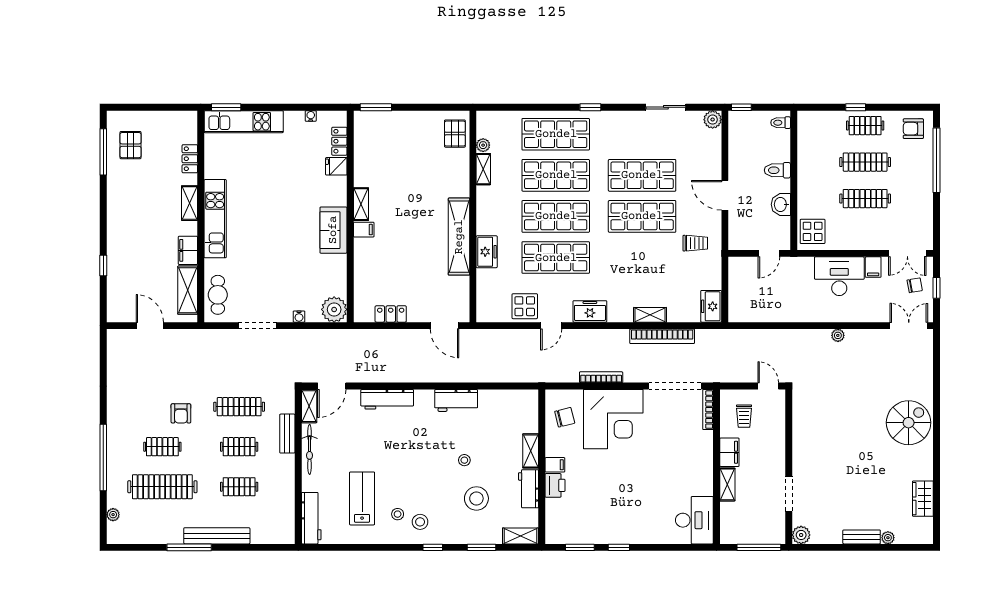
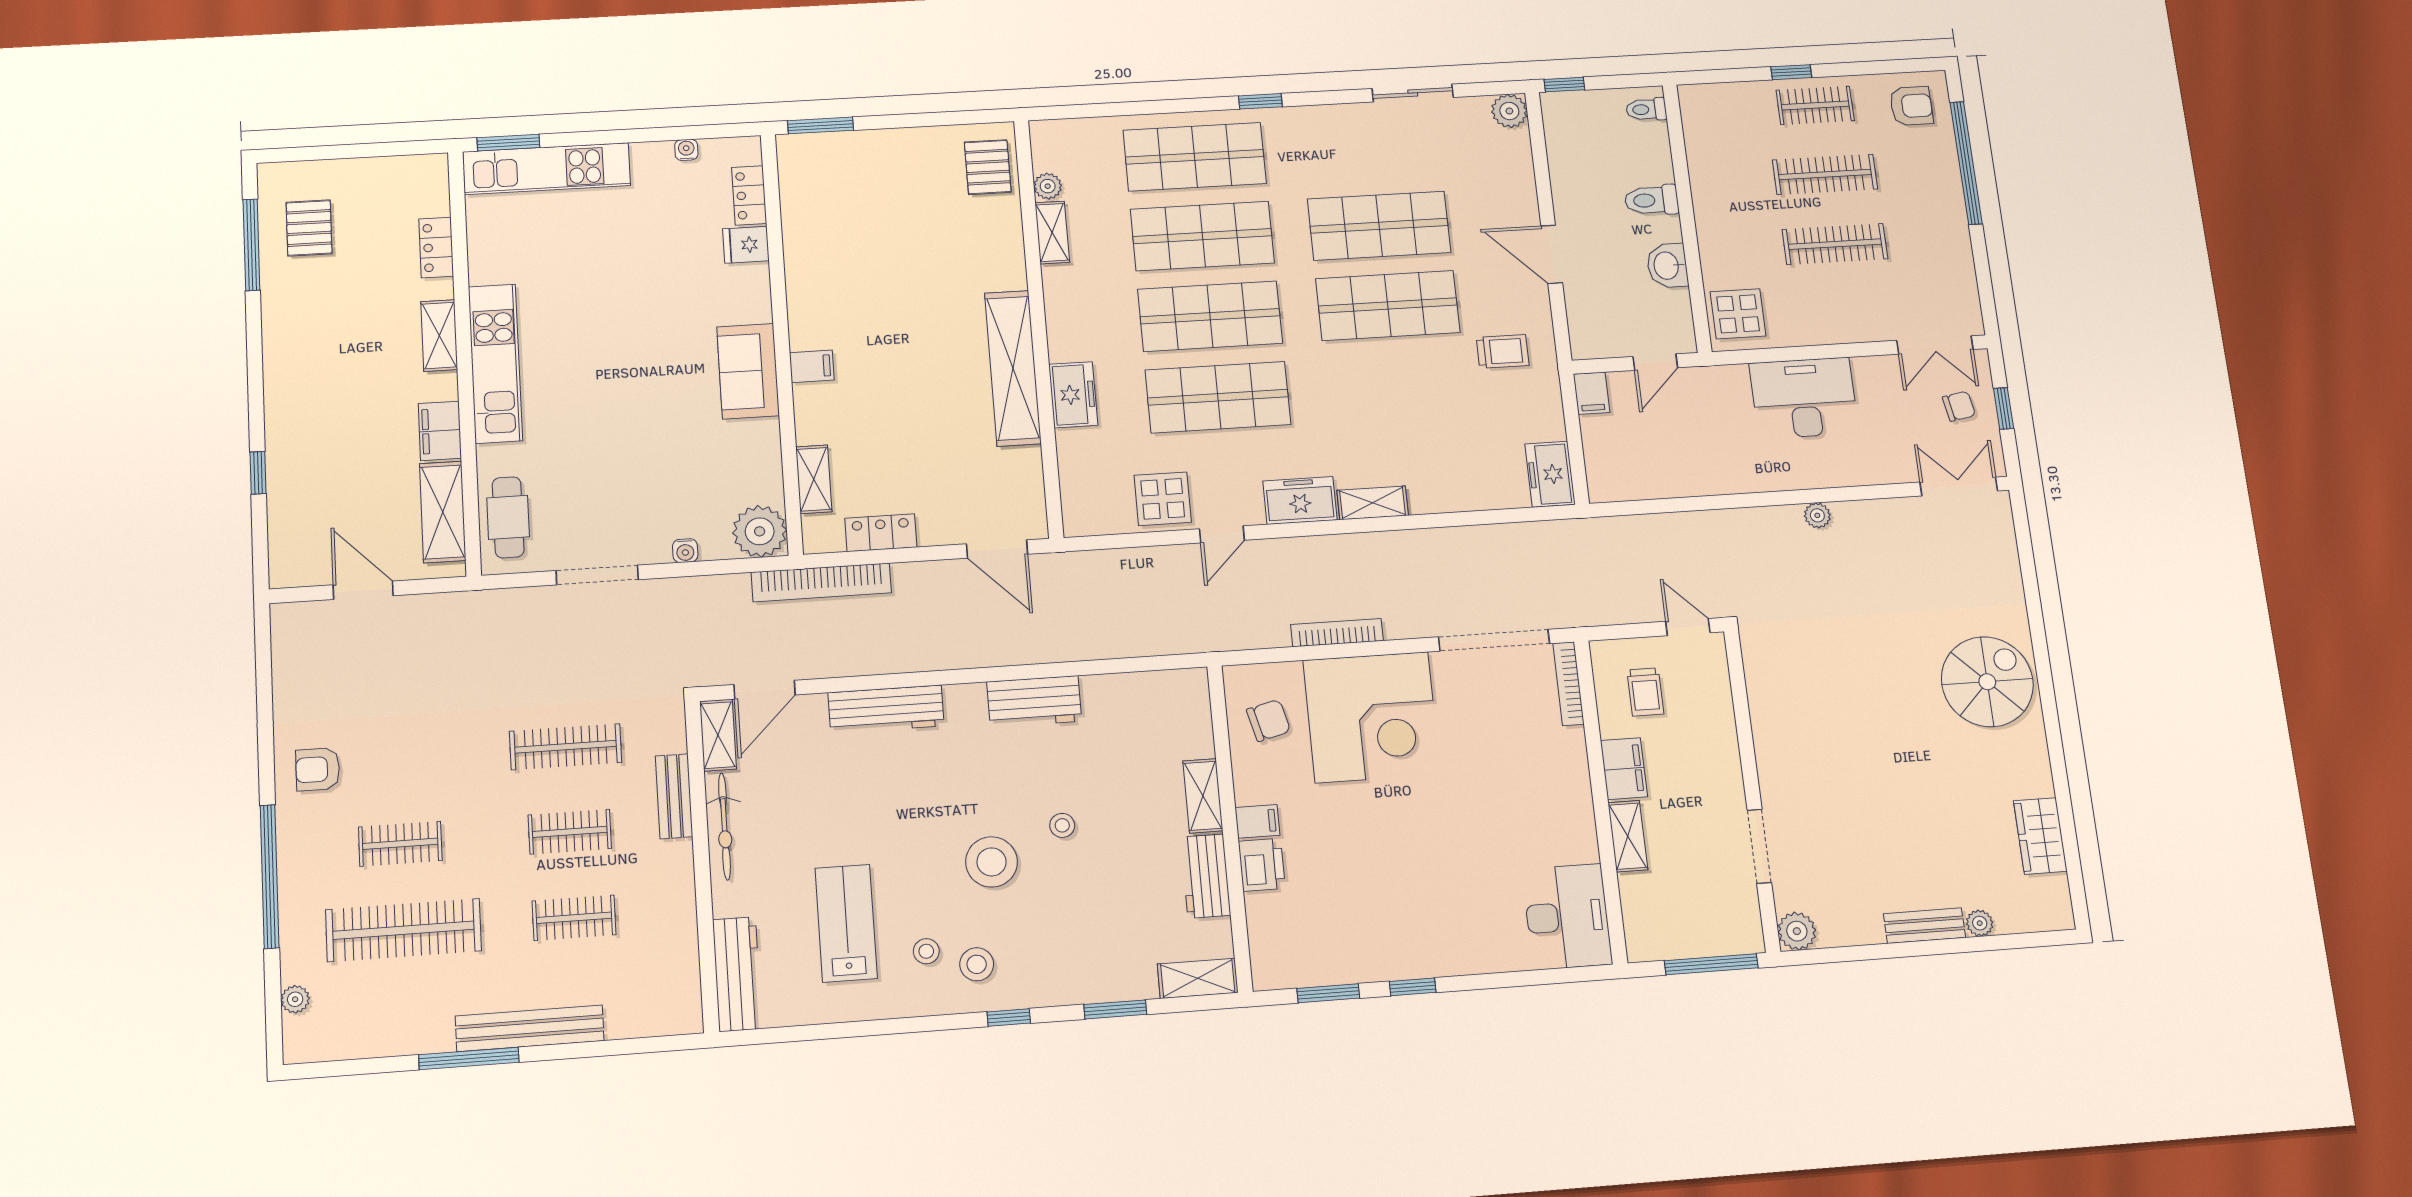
armchair: (913, 129) -> (1911, 106), turned 180
shelving: (361, 204) -> (814, 479), moved
filing cabinet: (873, 267) -> (1592, 393), moved
shelving: (650, 315) -> (1373, 503), moved
bookcase: (662, 336) -> (821, 582), moved
armchair: (181, 413) -> (318, 769), moved, turned 90
stool: (476, 498) -> (992, 862), moved

